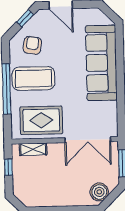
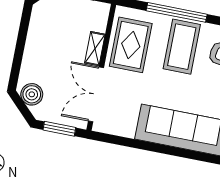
shelving: (33, 149) -> (95, 49), moved

